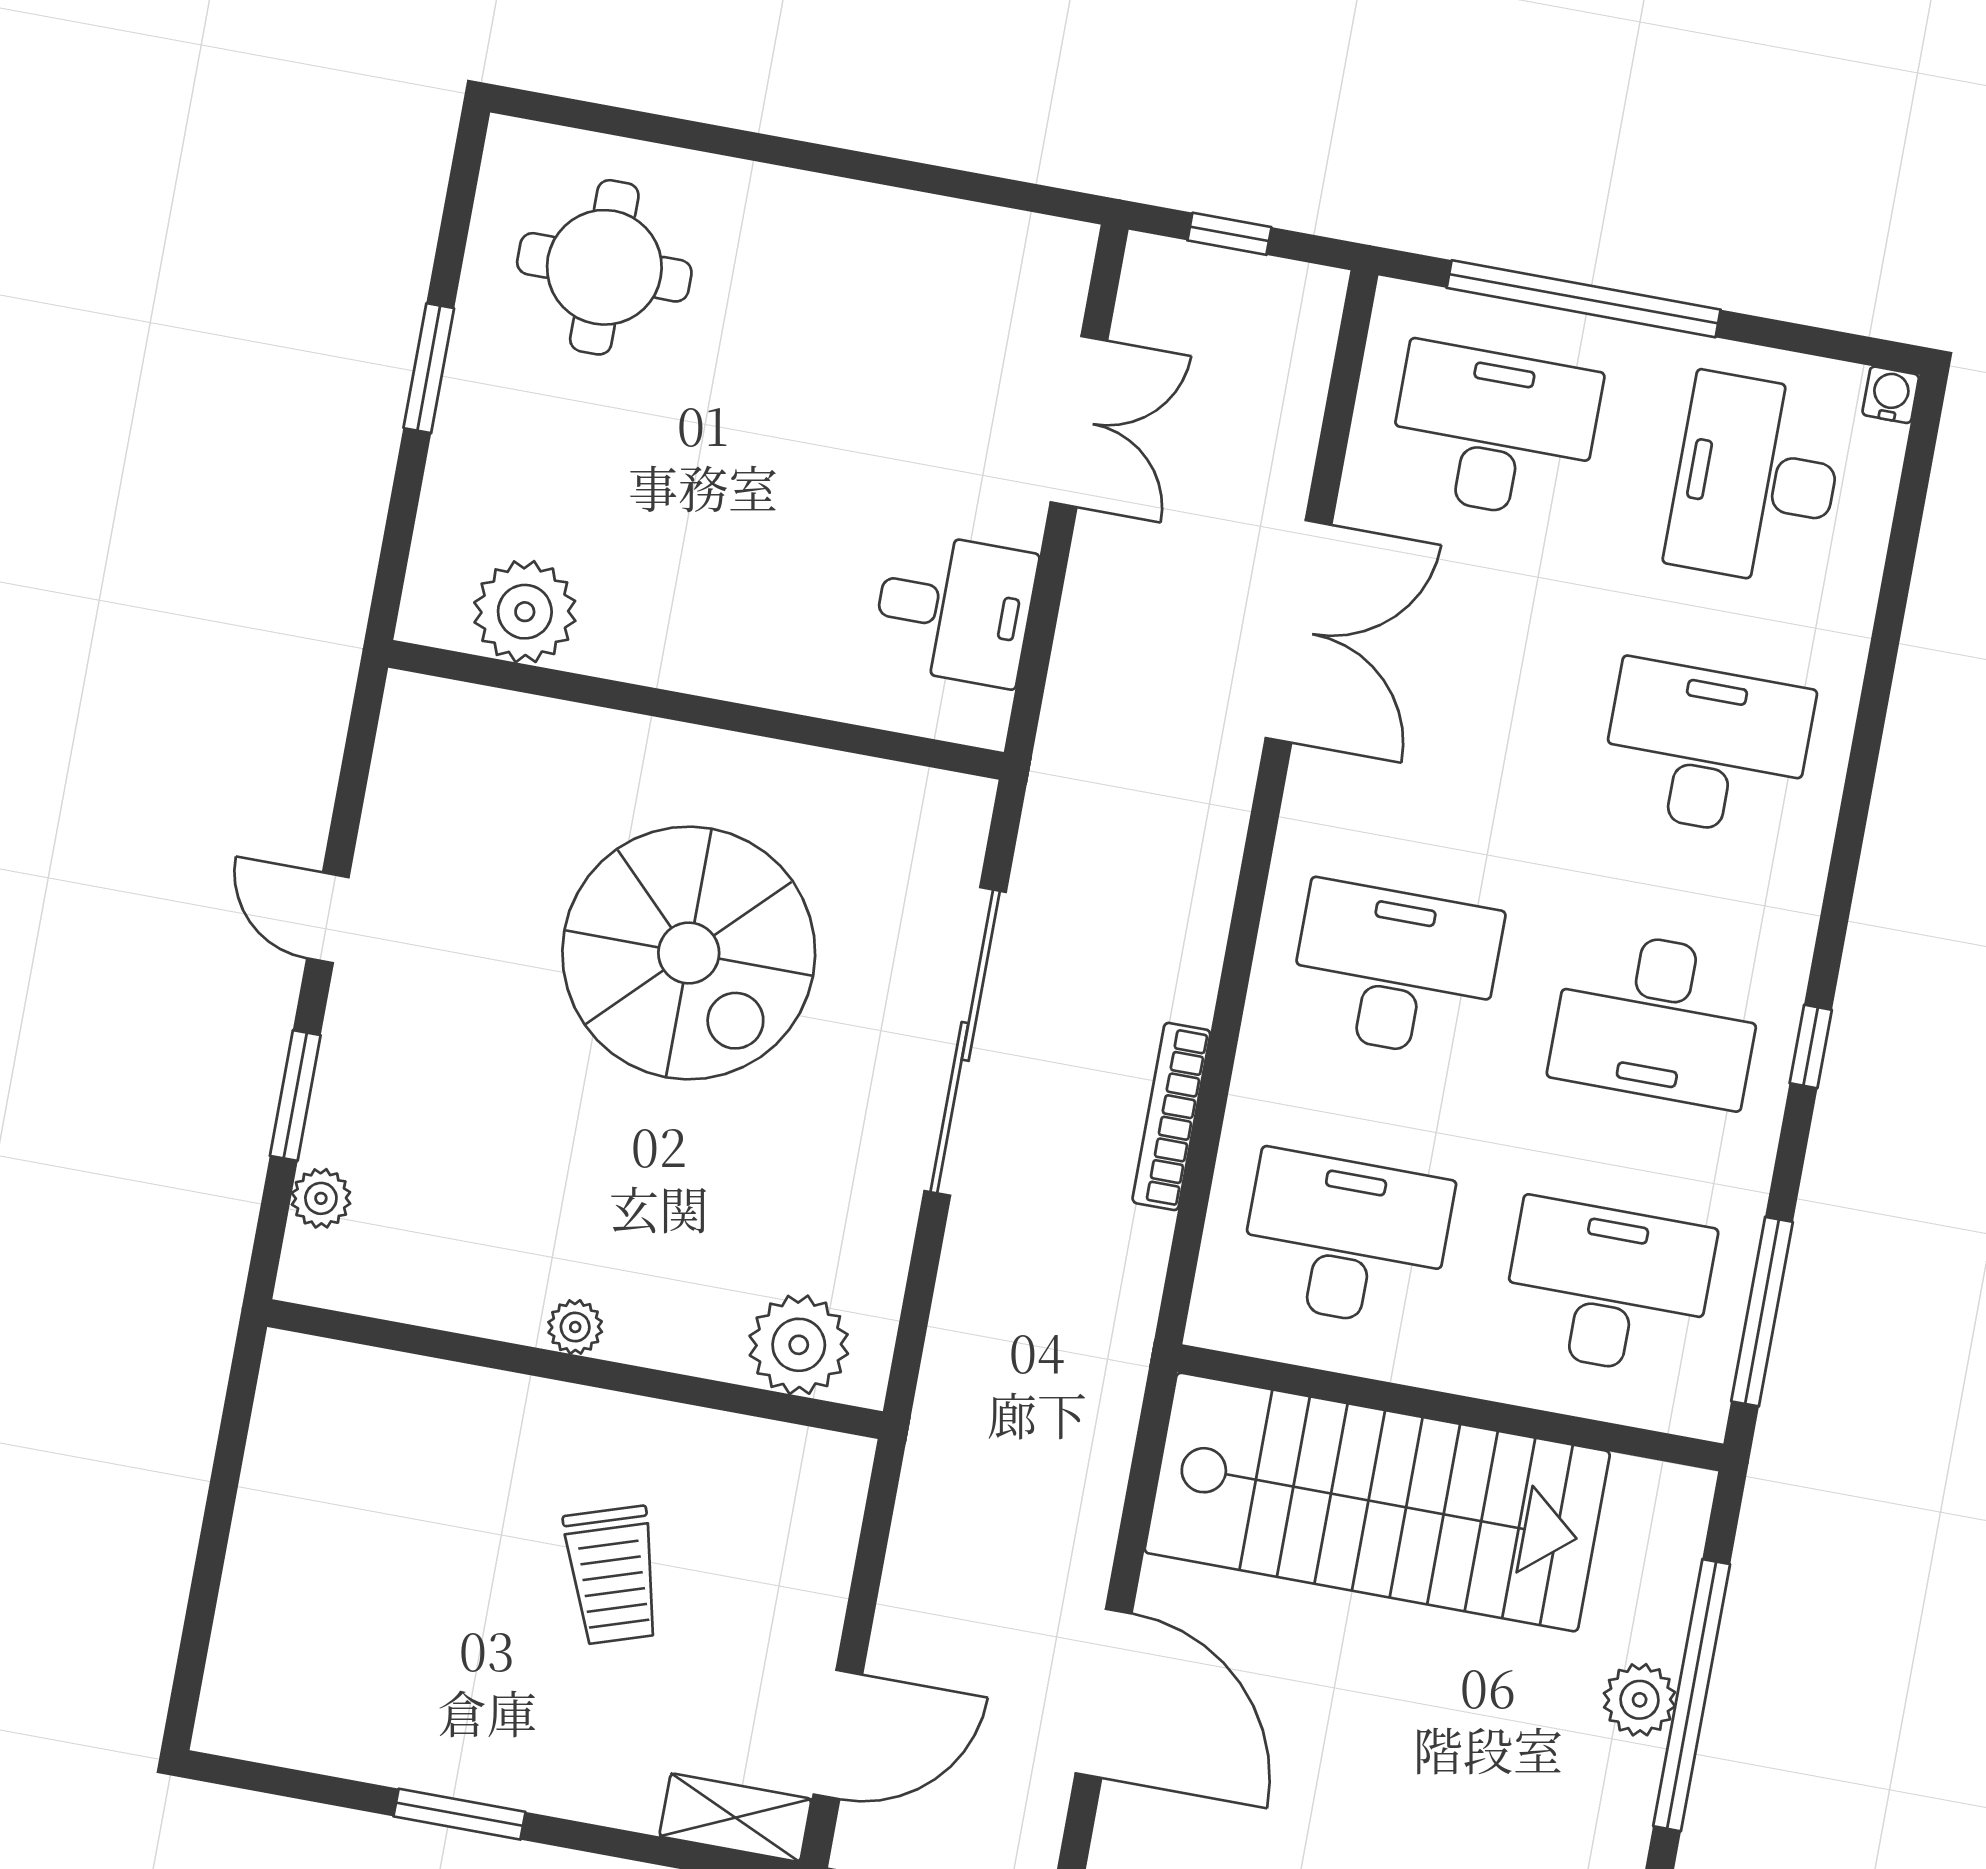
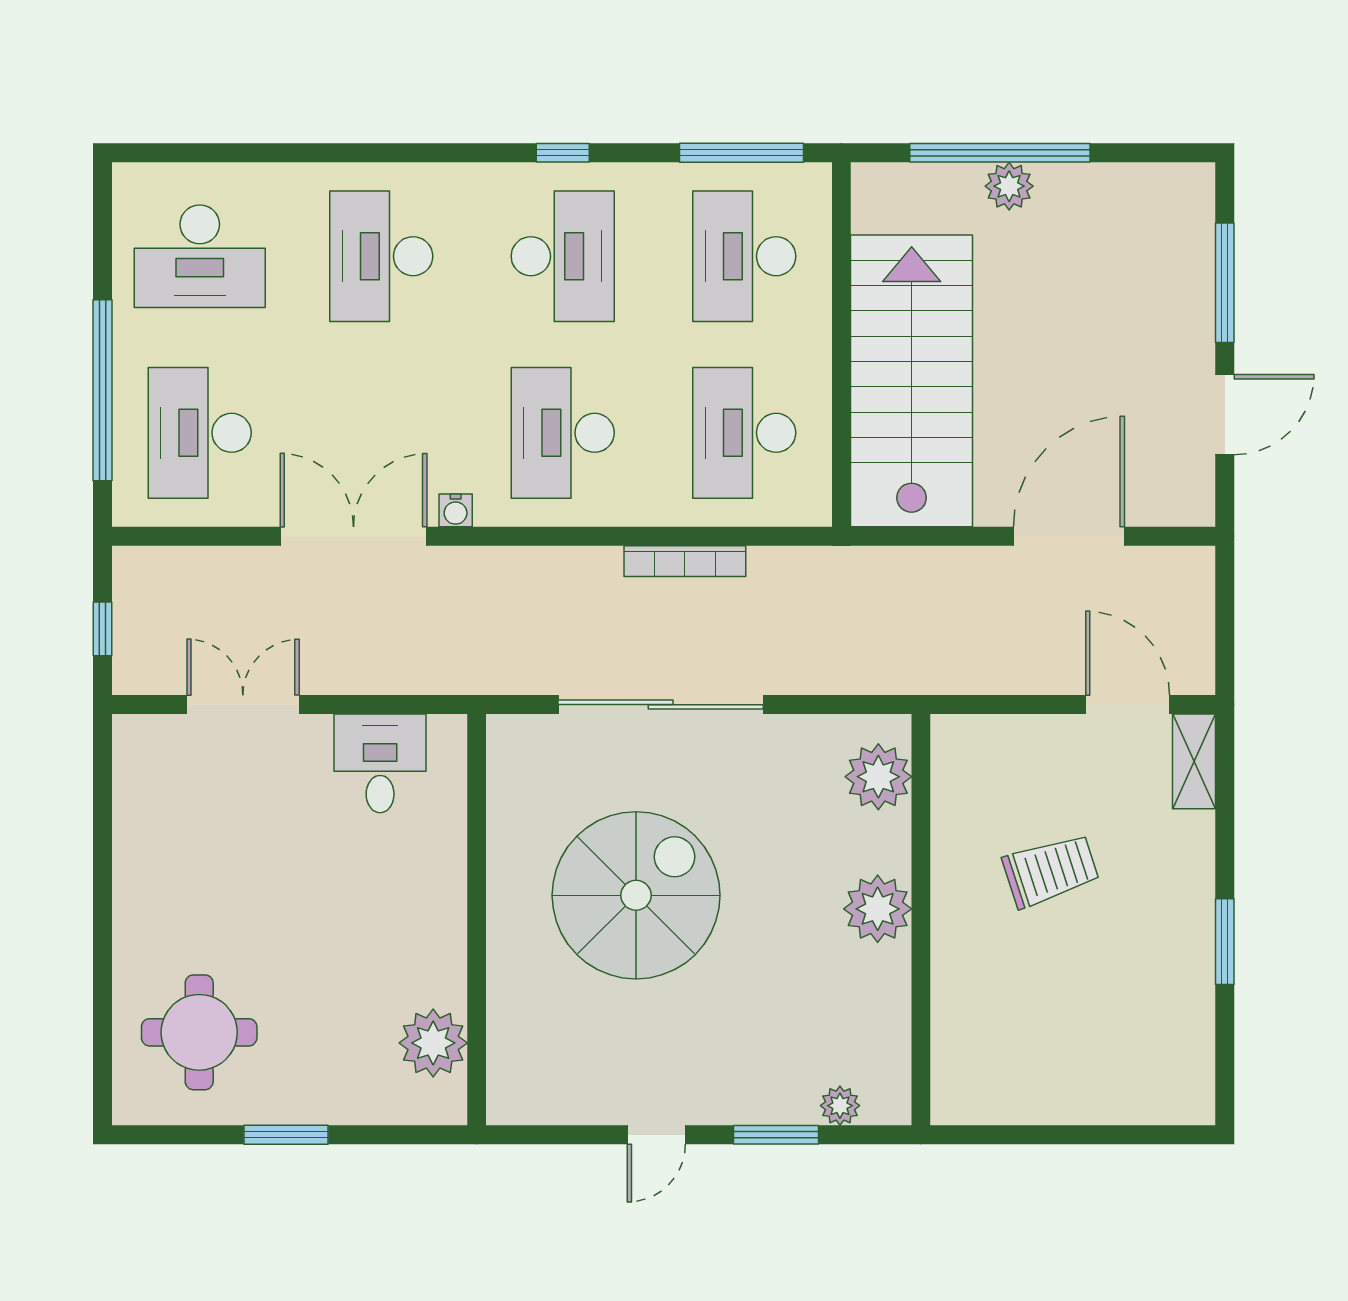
water cooler: (1891, 395) -> (456, 510), moved, turned -90
plant: (575, 1327) -> (878, 909), width x1.88, depth x1.88

